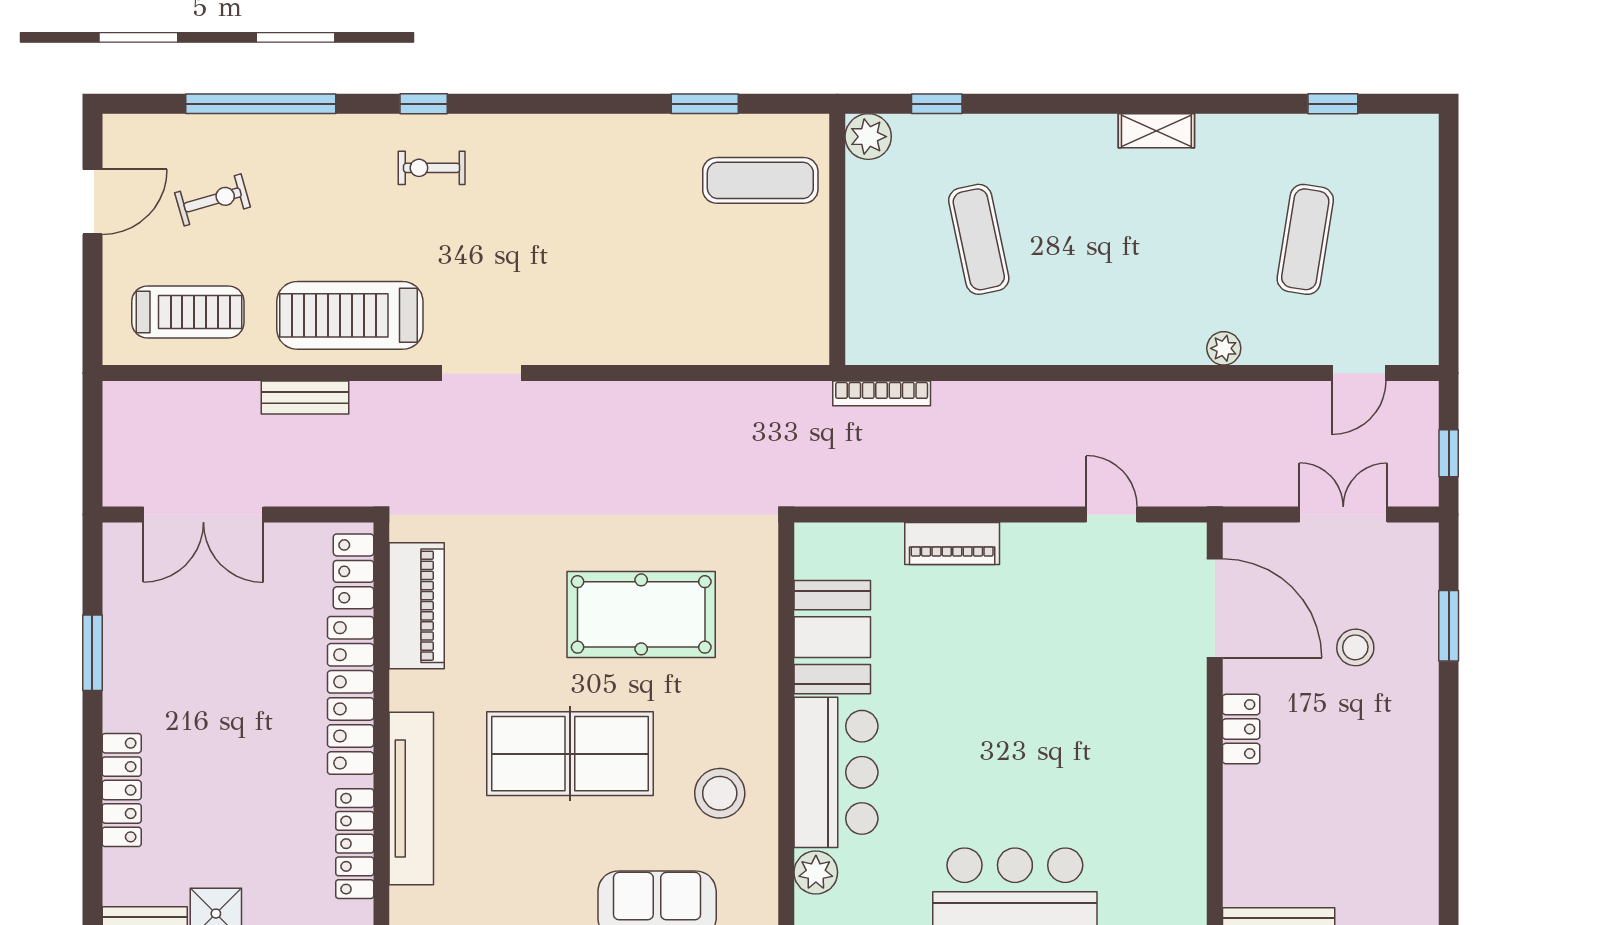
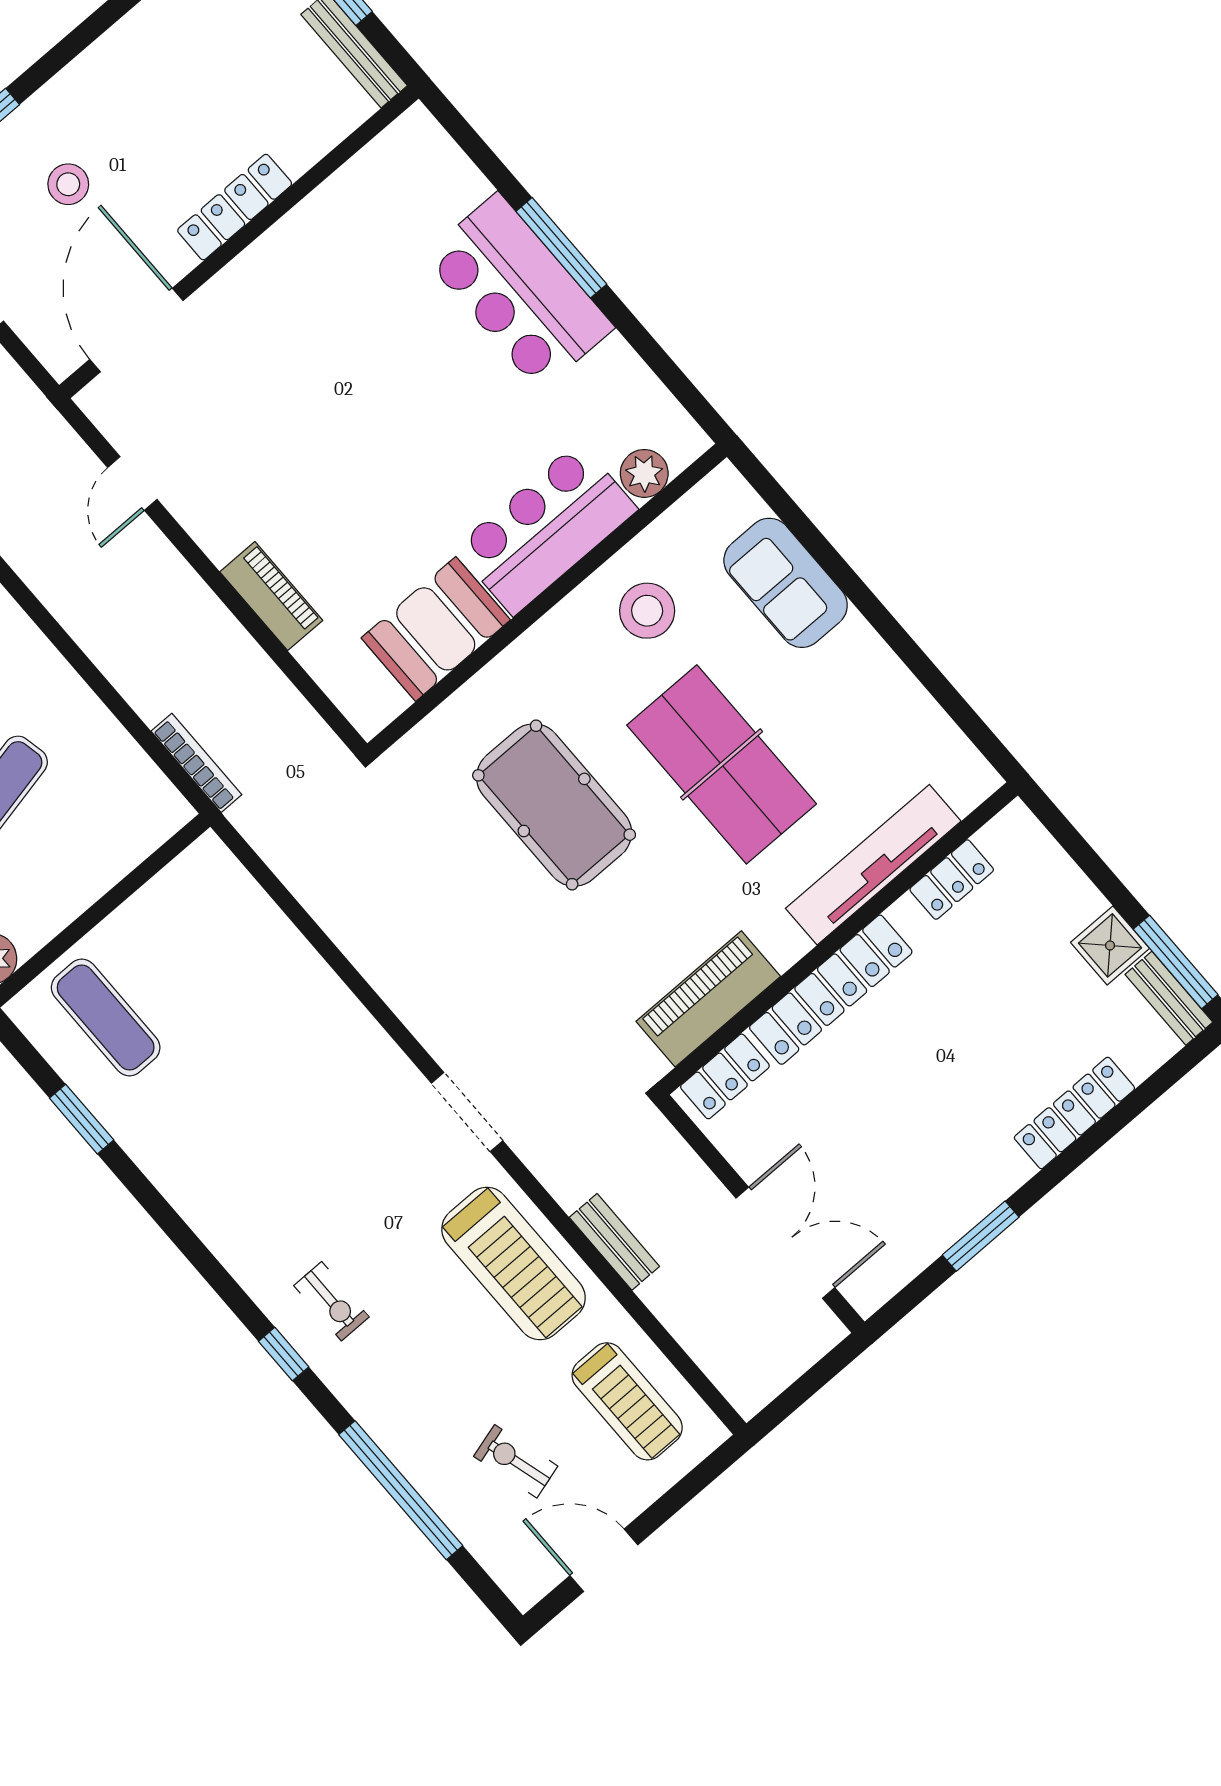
treadmill: (188, 312) -> (627, 1401), turned 180
locker: (1241, 729) -> (235, 207), width x1.53
locker: (355, 844) -> (952, 880), width x0.66

